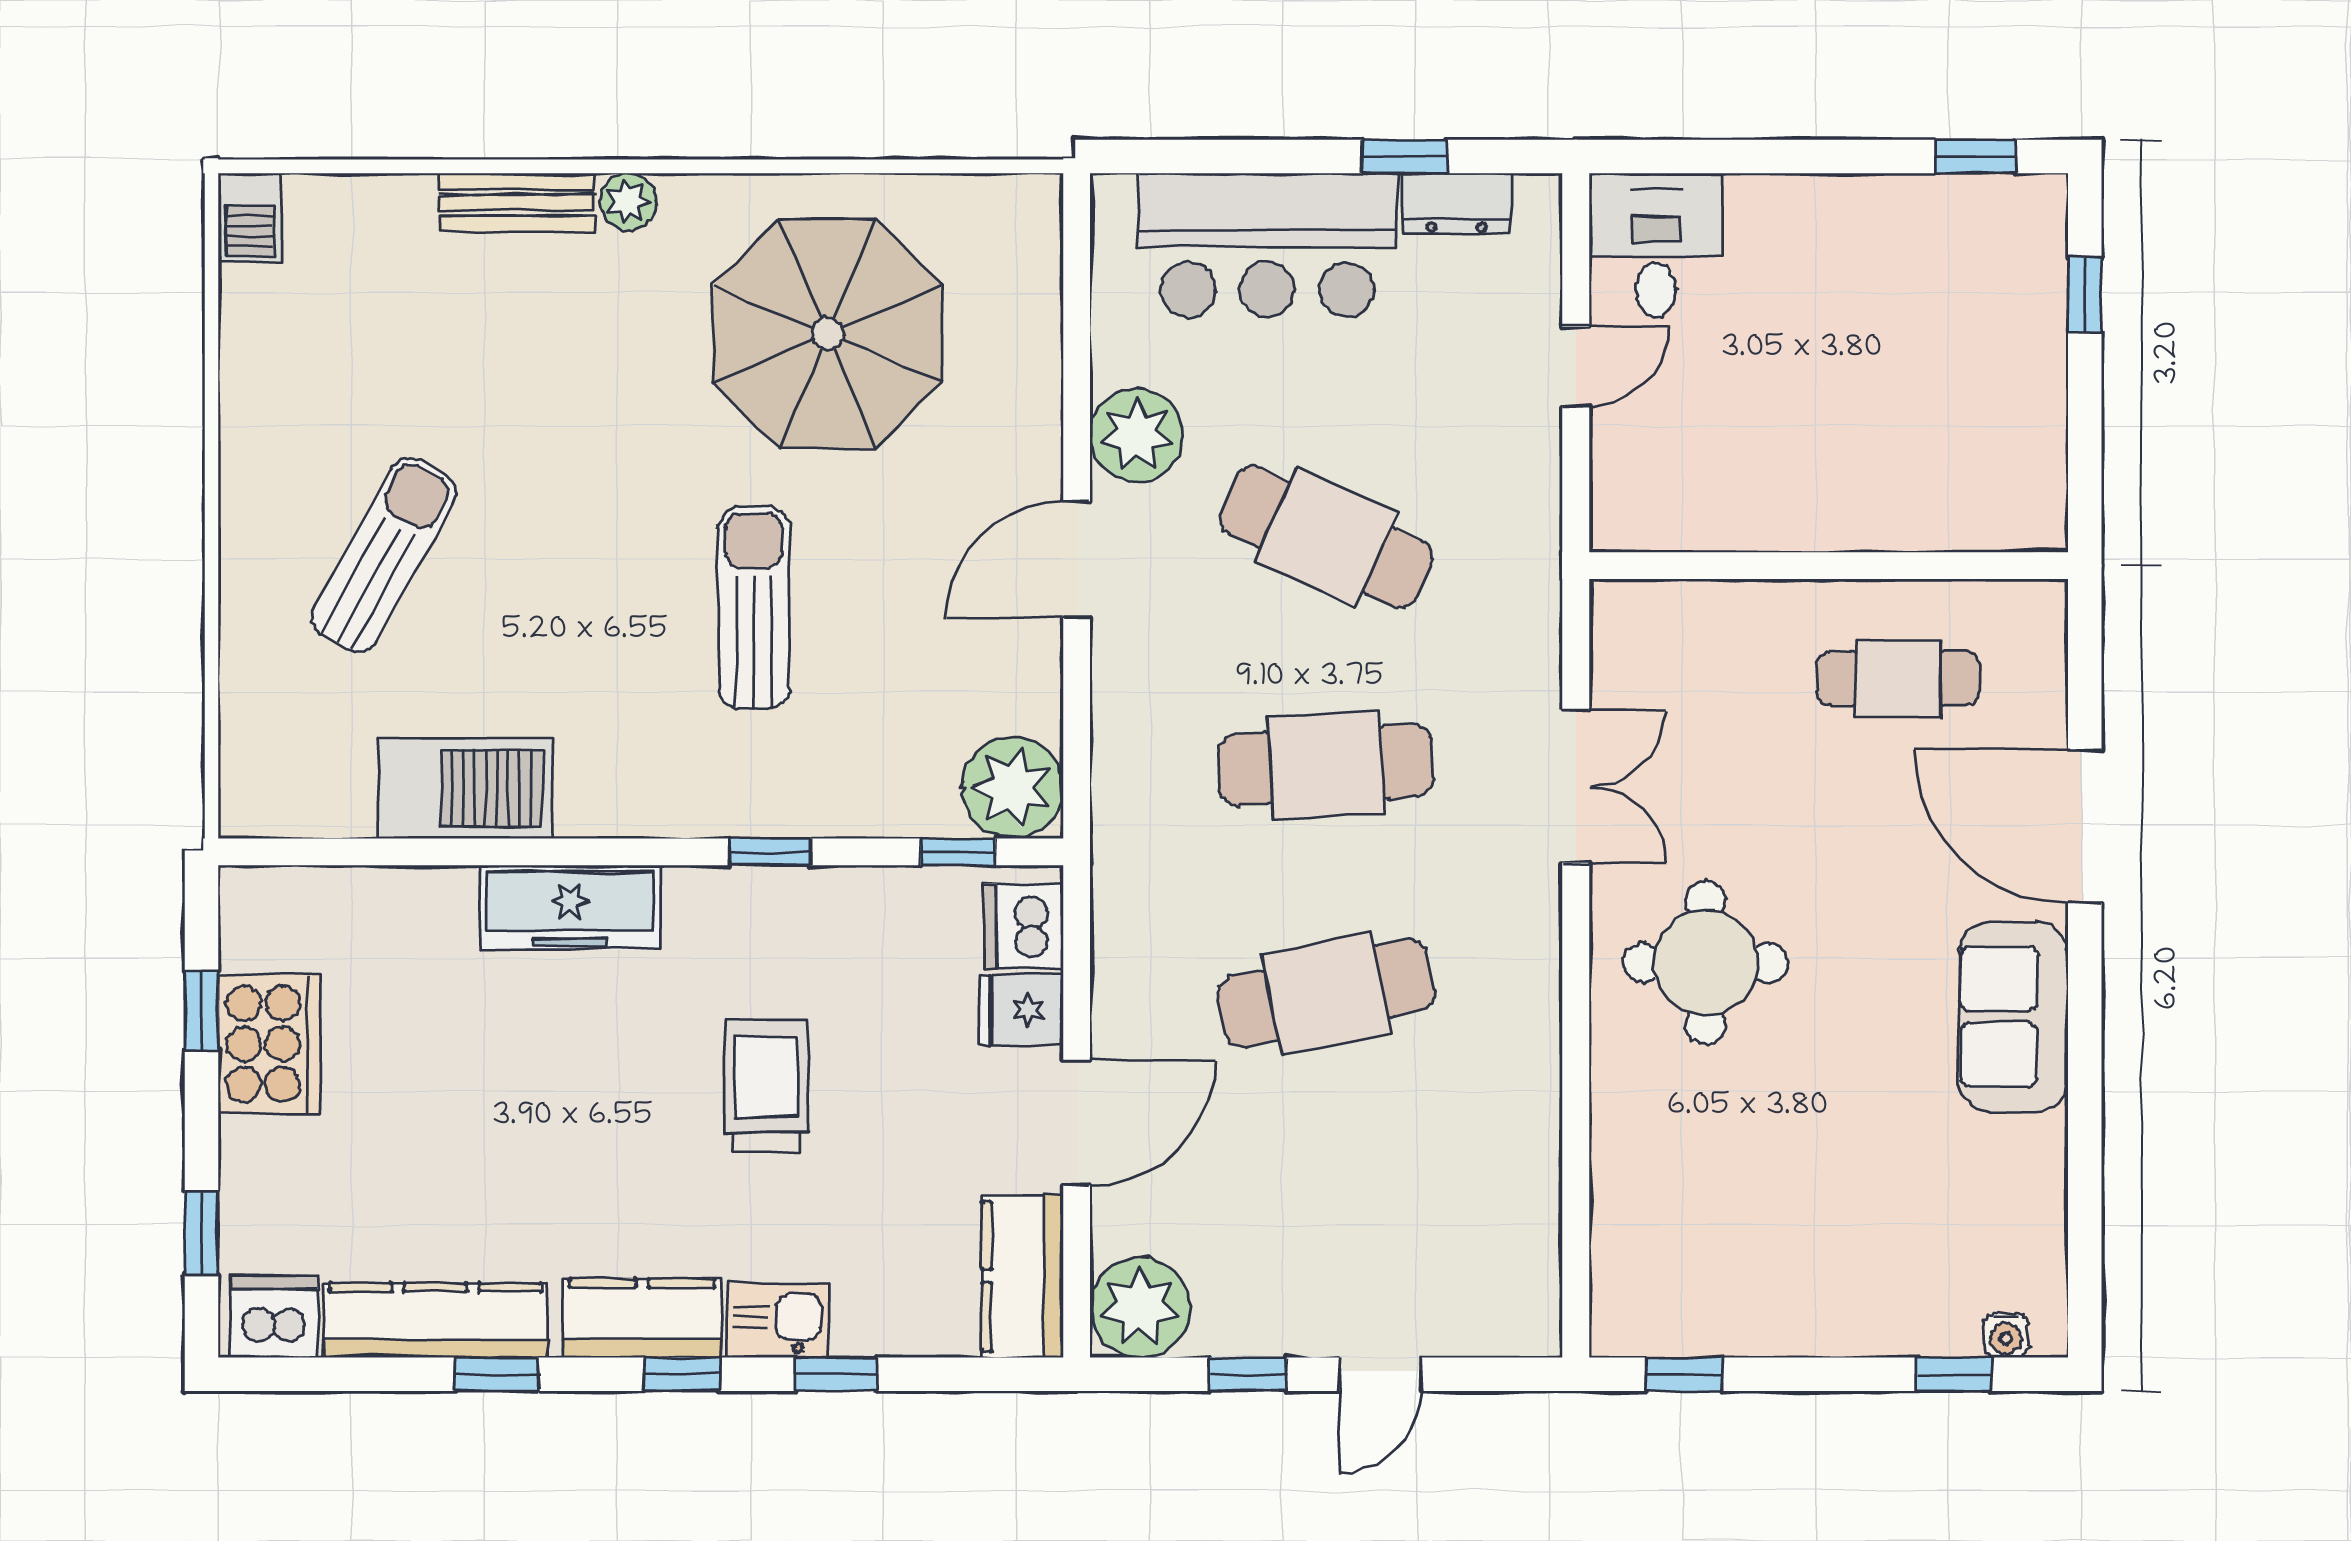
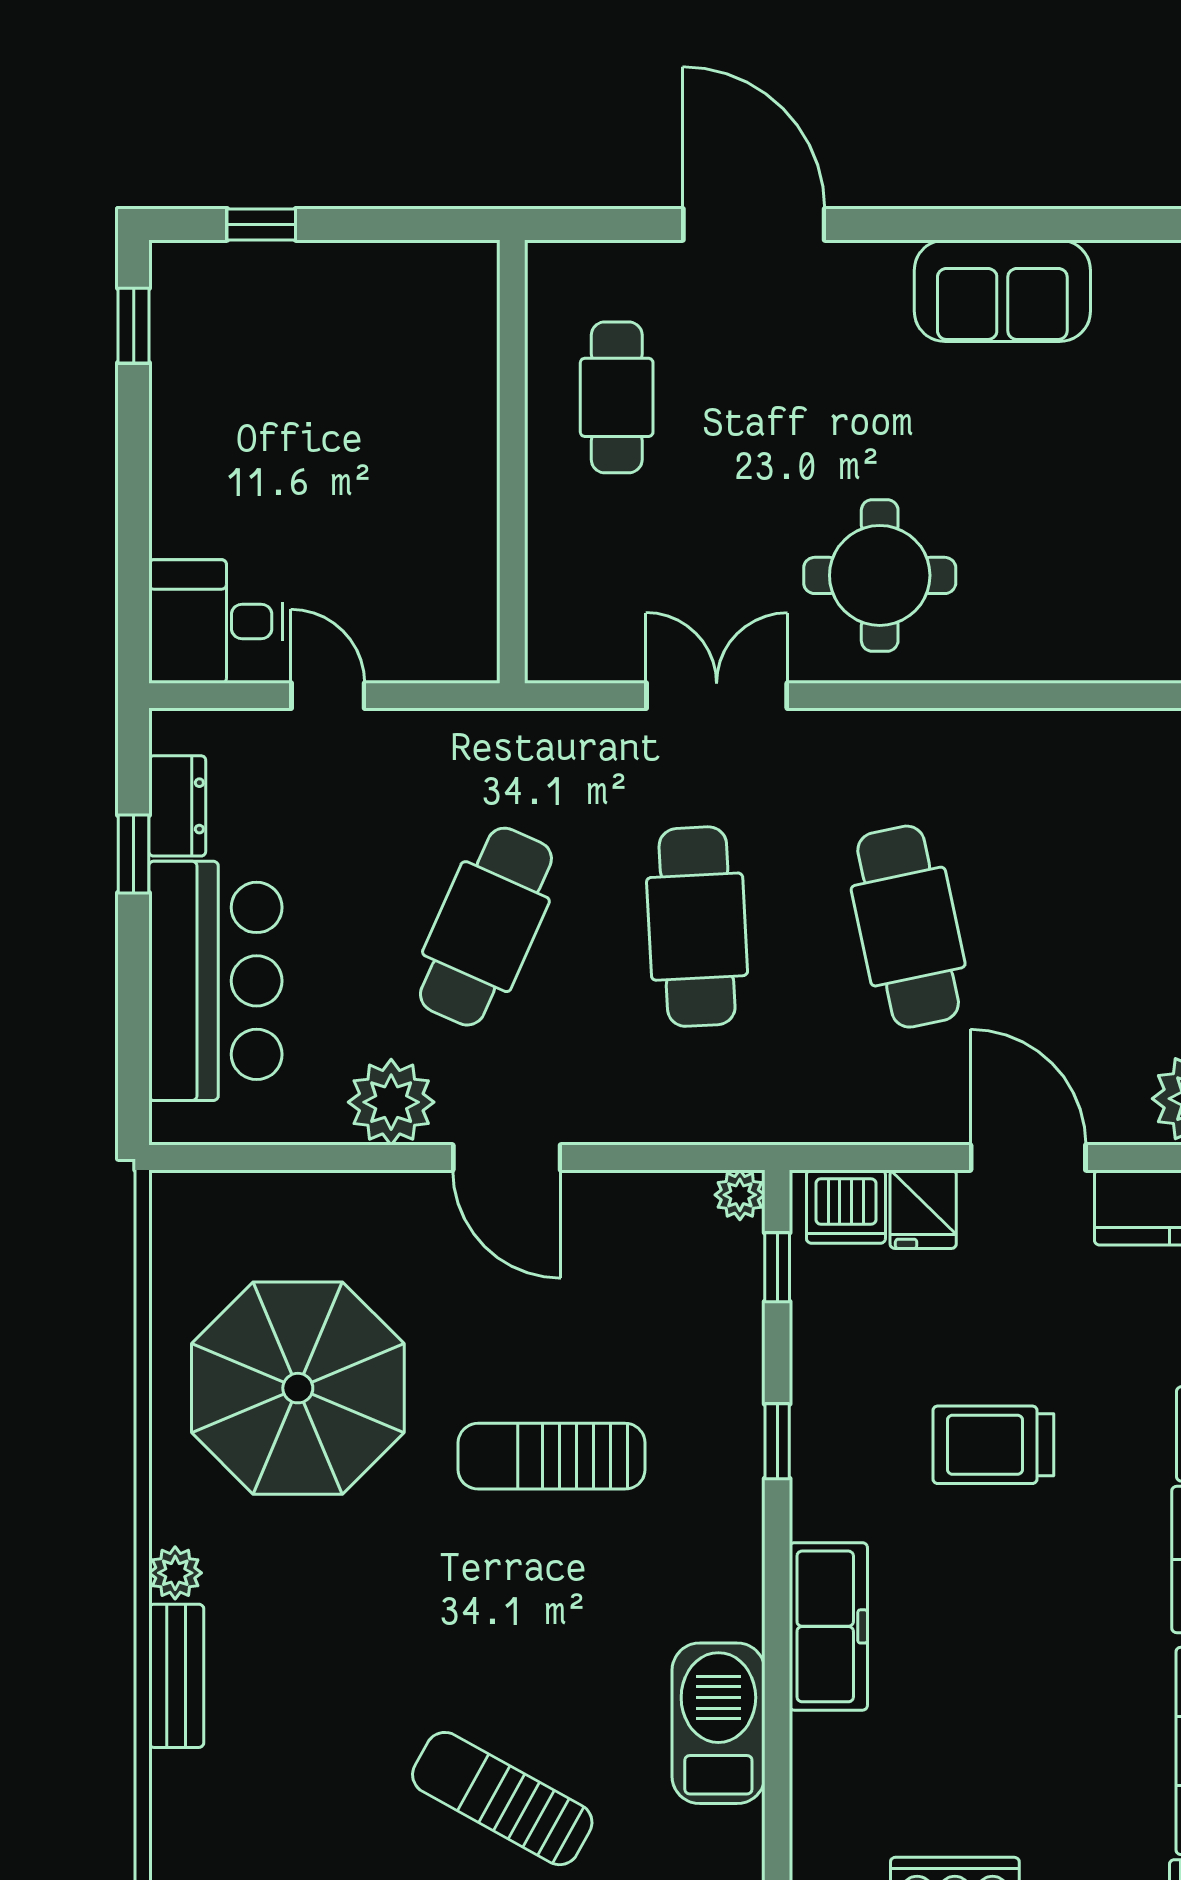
plant: (1013, 788) -> (740, 1195), width x0.53, depth x0.53
door: (2085, 827) -> (754, 224), swing flipped
sofa: (2013, 1017) -> (1002, 291), moved

